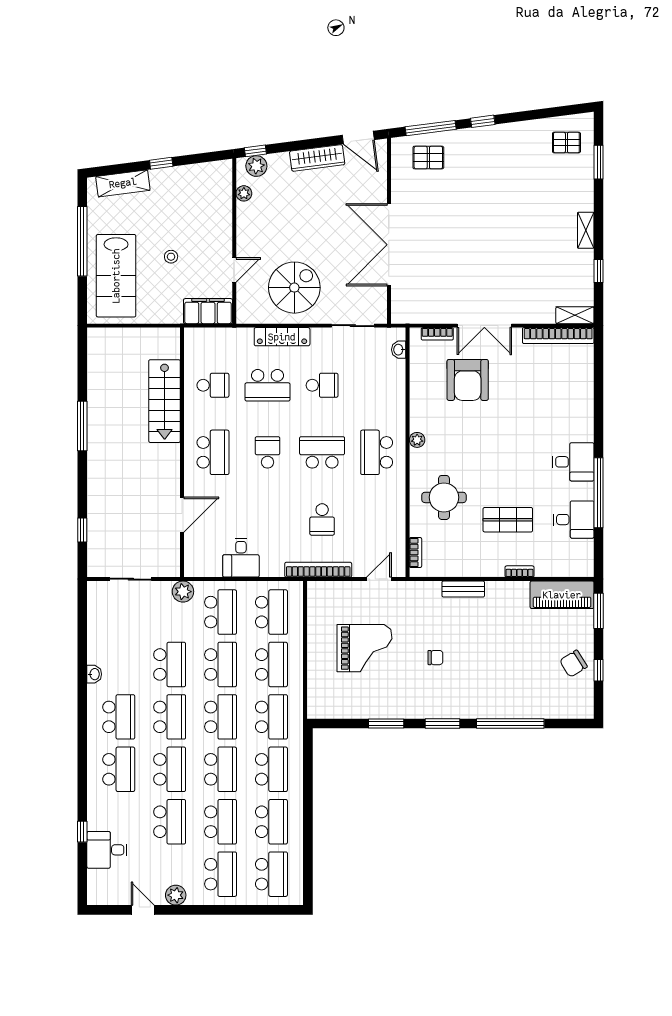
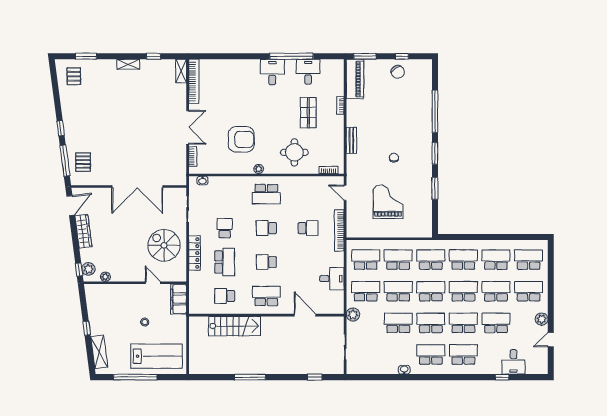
armchair: (468, 380) -> (241, 139), moved
school desk: (213, 385) -> (225, 296), turned -90
school desk: (322, 452) -> (266, 228), width x0.54

